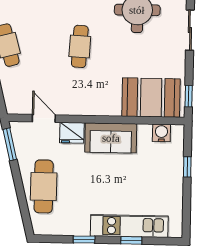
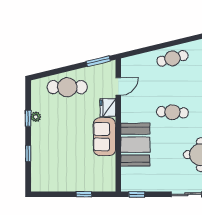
booth: (151, 98) -> (135, 145), moved
water cooler: (161, 133) -> (109, 175), removed
kitchen unit: (129, 226) -> (39, 152), removed
plant: (82, 229) -> (36, 117), added

